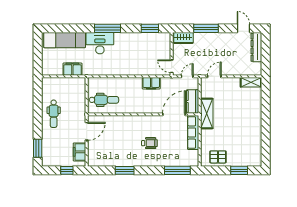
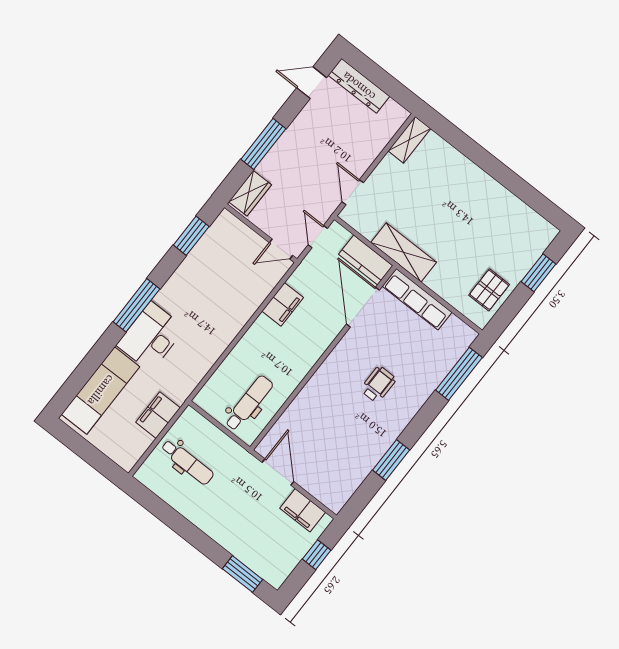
dental chair: (54, 114) -> (187, 462), moved

